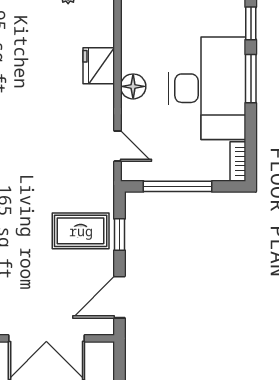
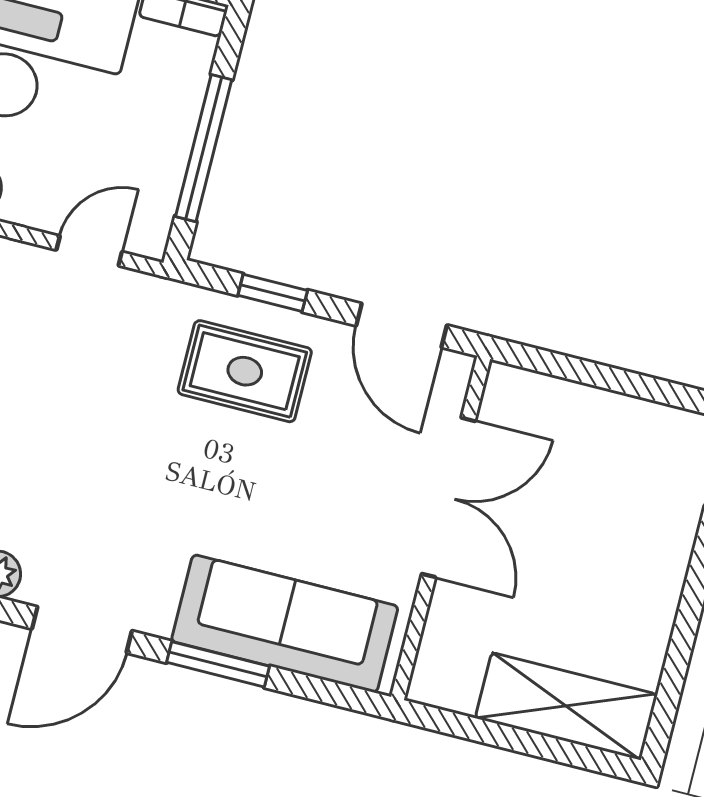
rug: (81, 231) -> (245, 371), turned 90

